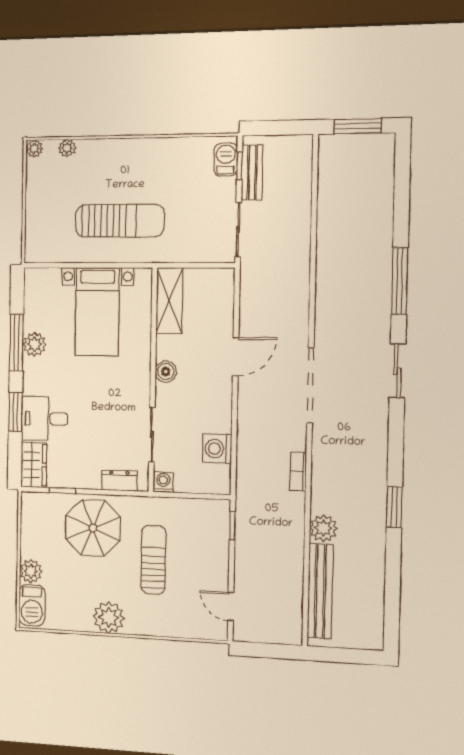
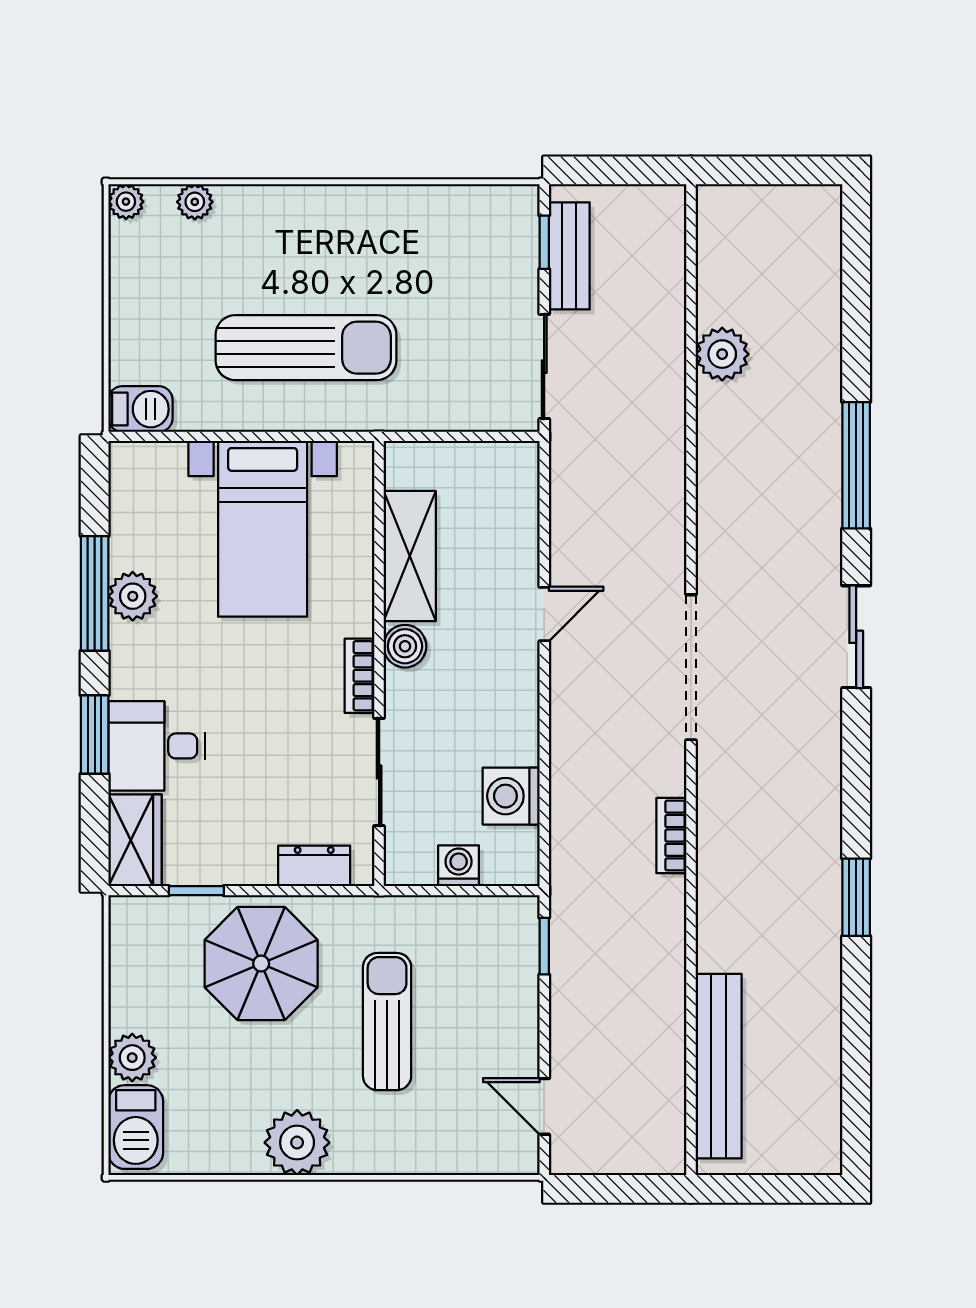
window: (358, 126) -> (771, 170), removed
barbecue: (226, 160) -> (140, 409), moved, turned 90
shelving: (169, 301) -> (410, 556), moved
door: (236, 356) -> (544, 614), width x0.73
bookcase: (143, 386) -> (360, 676), added
washing machine: (163, 482) -> (459, 866), moved
plant: (323, 528) -> (722, 354), moved

